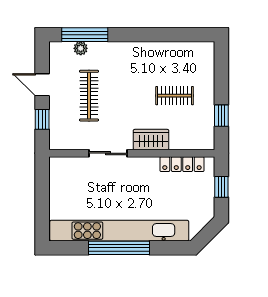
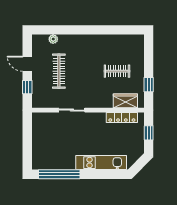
window: (85, 35) -> (56, 30), removed
wardrobe: (151, 140) -> (125, 101), moved
kitchen unit: (119, 231) -> (101, 163), width x0.54
window: (119, 248) -> (59, 174), moved

